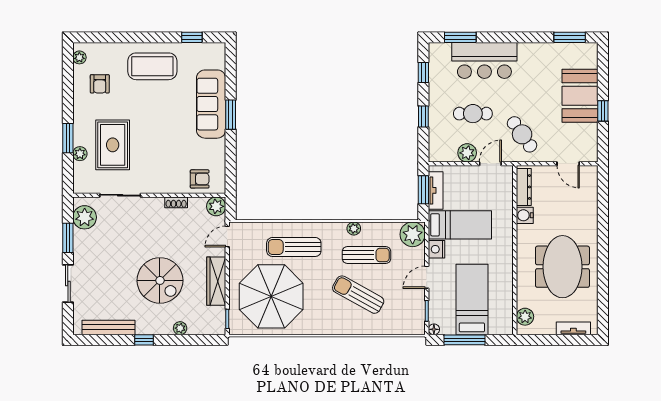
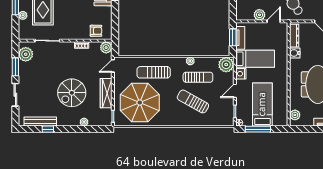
spiral stairs: (160, 280) -> (72, 93), turned 90
window: (144, 340) -> (48, 129), moved

